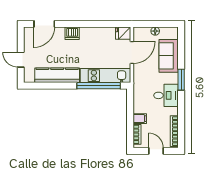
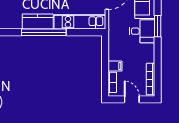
kitchen counter: (57, 75) -> (38, 22), width x0.67
window: (99, 86) -> (44, 32), moved
desk: (166, 95) -> (142, 31), moved

